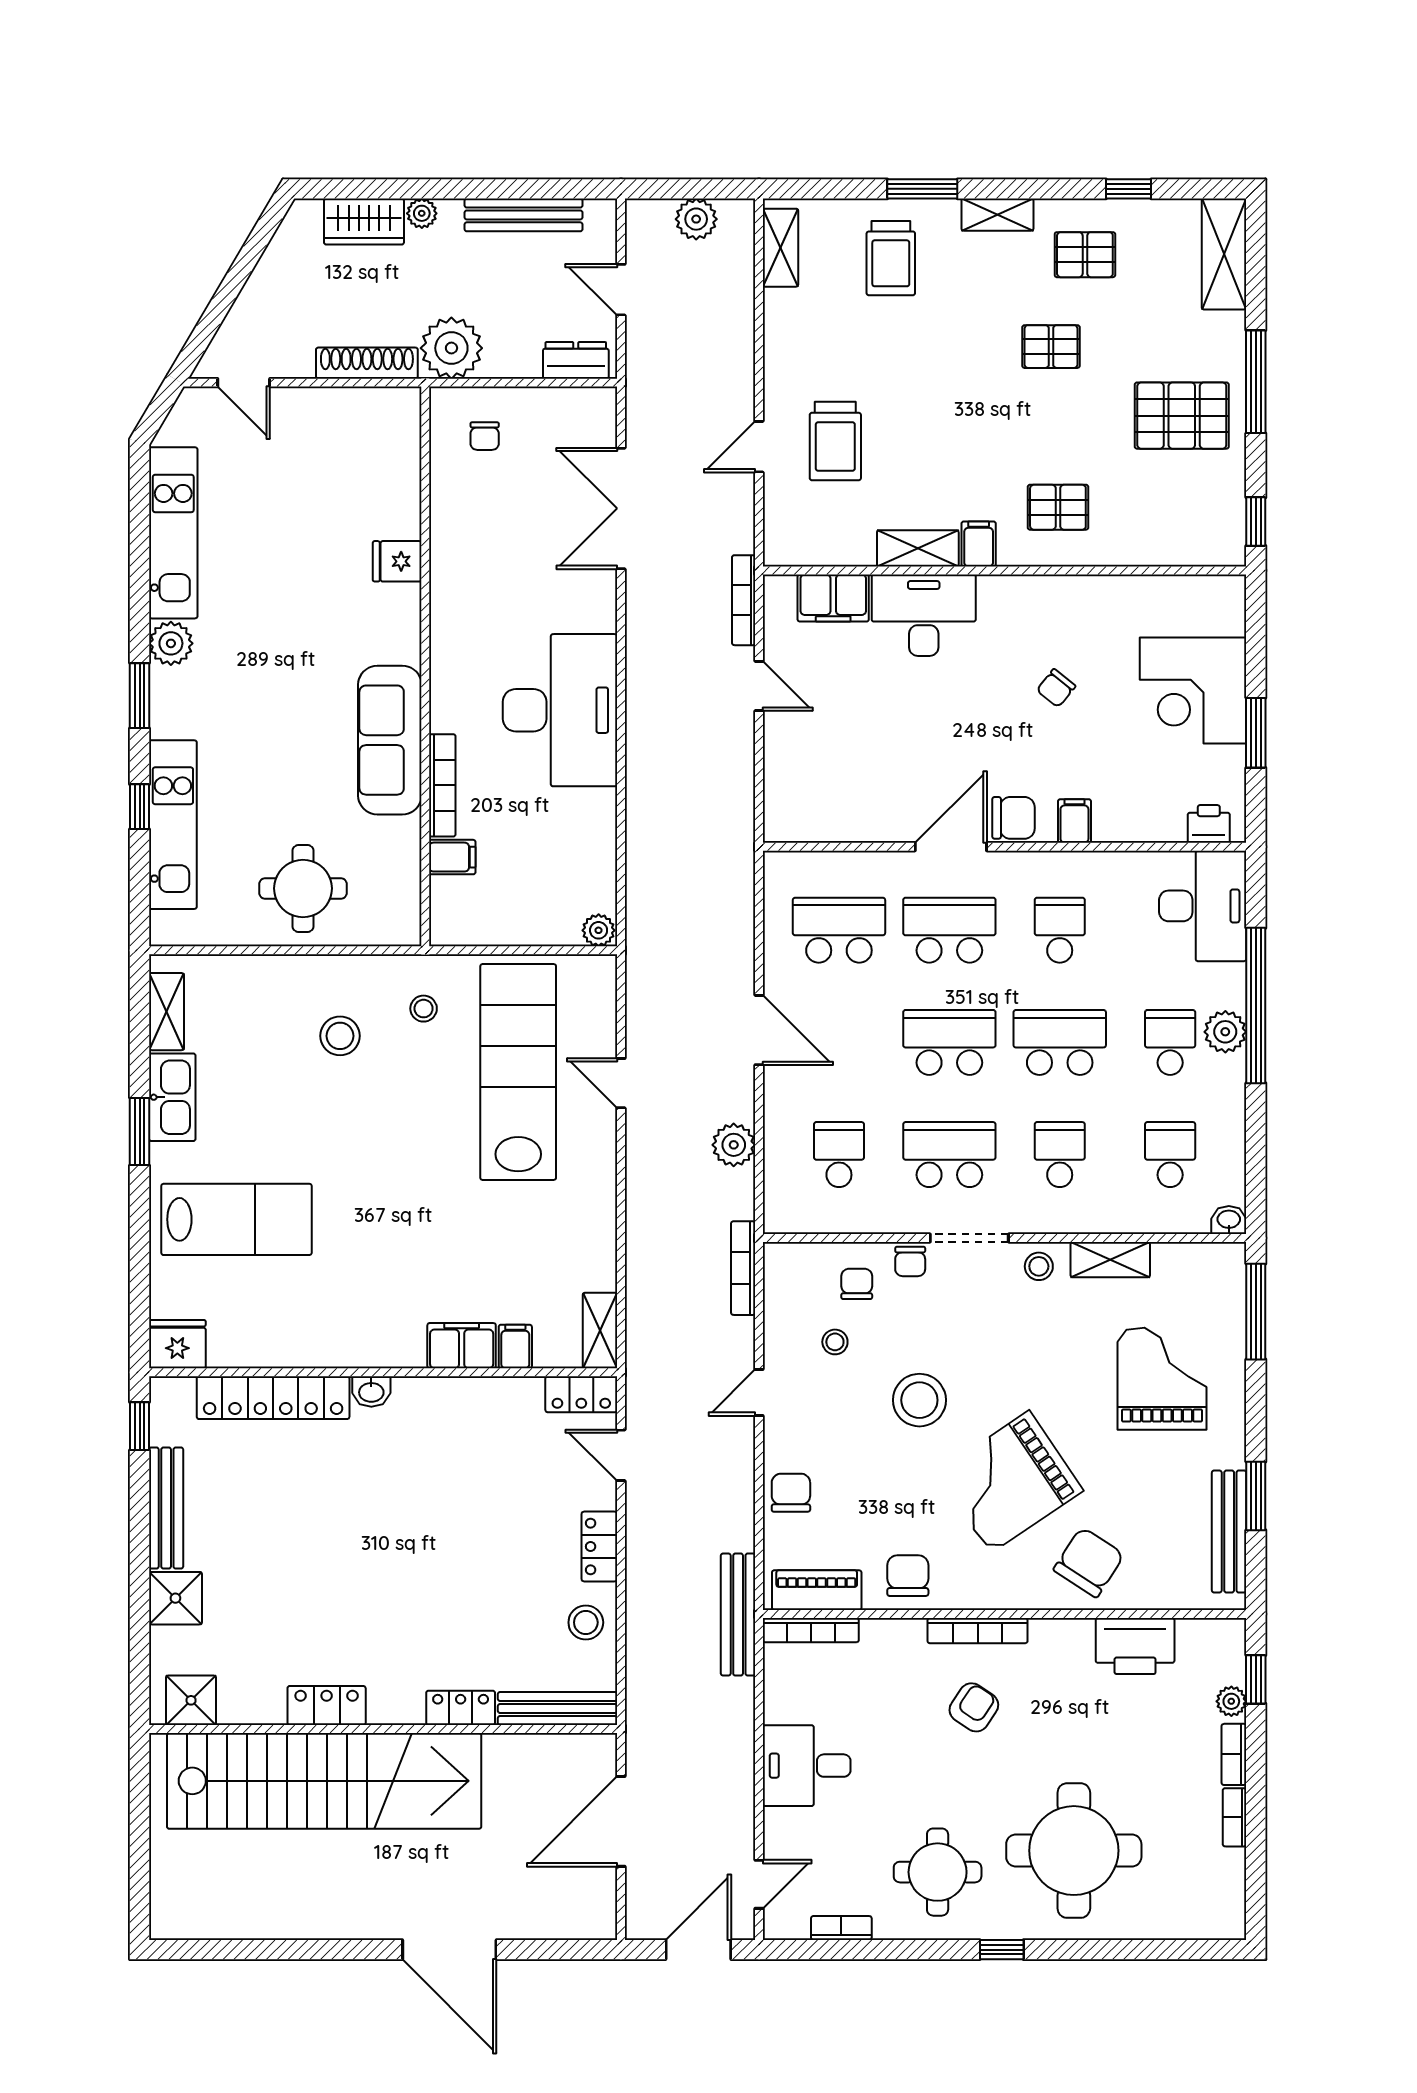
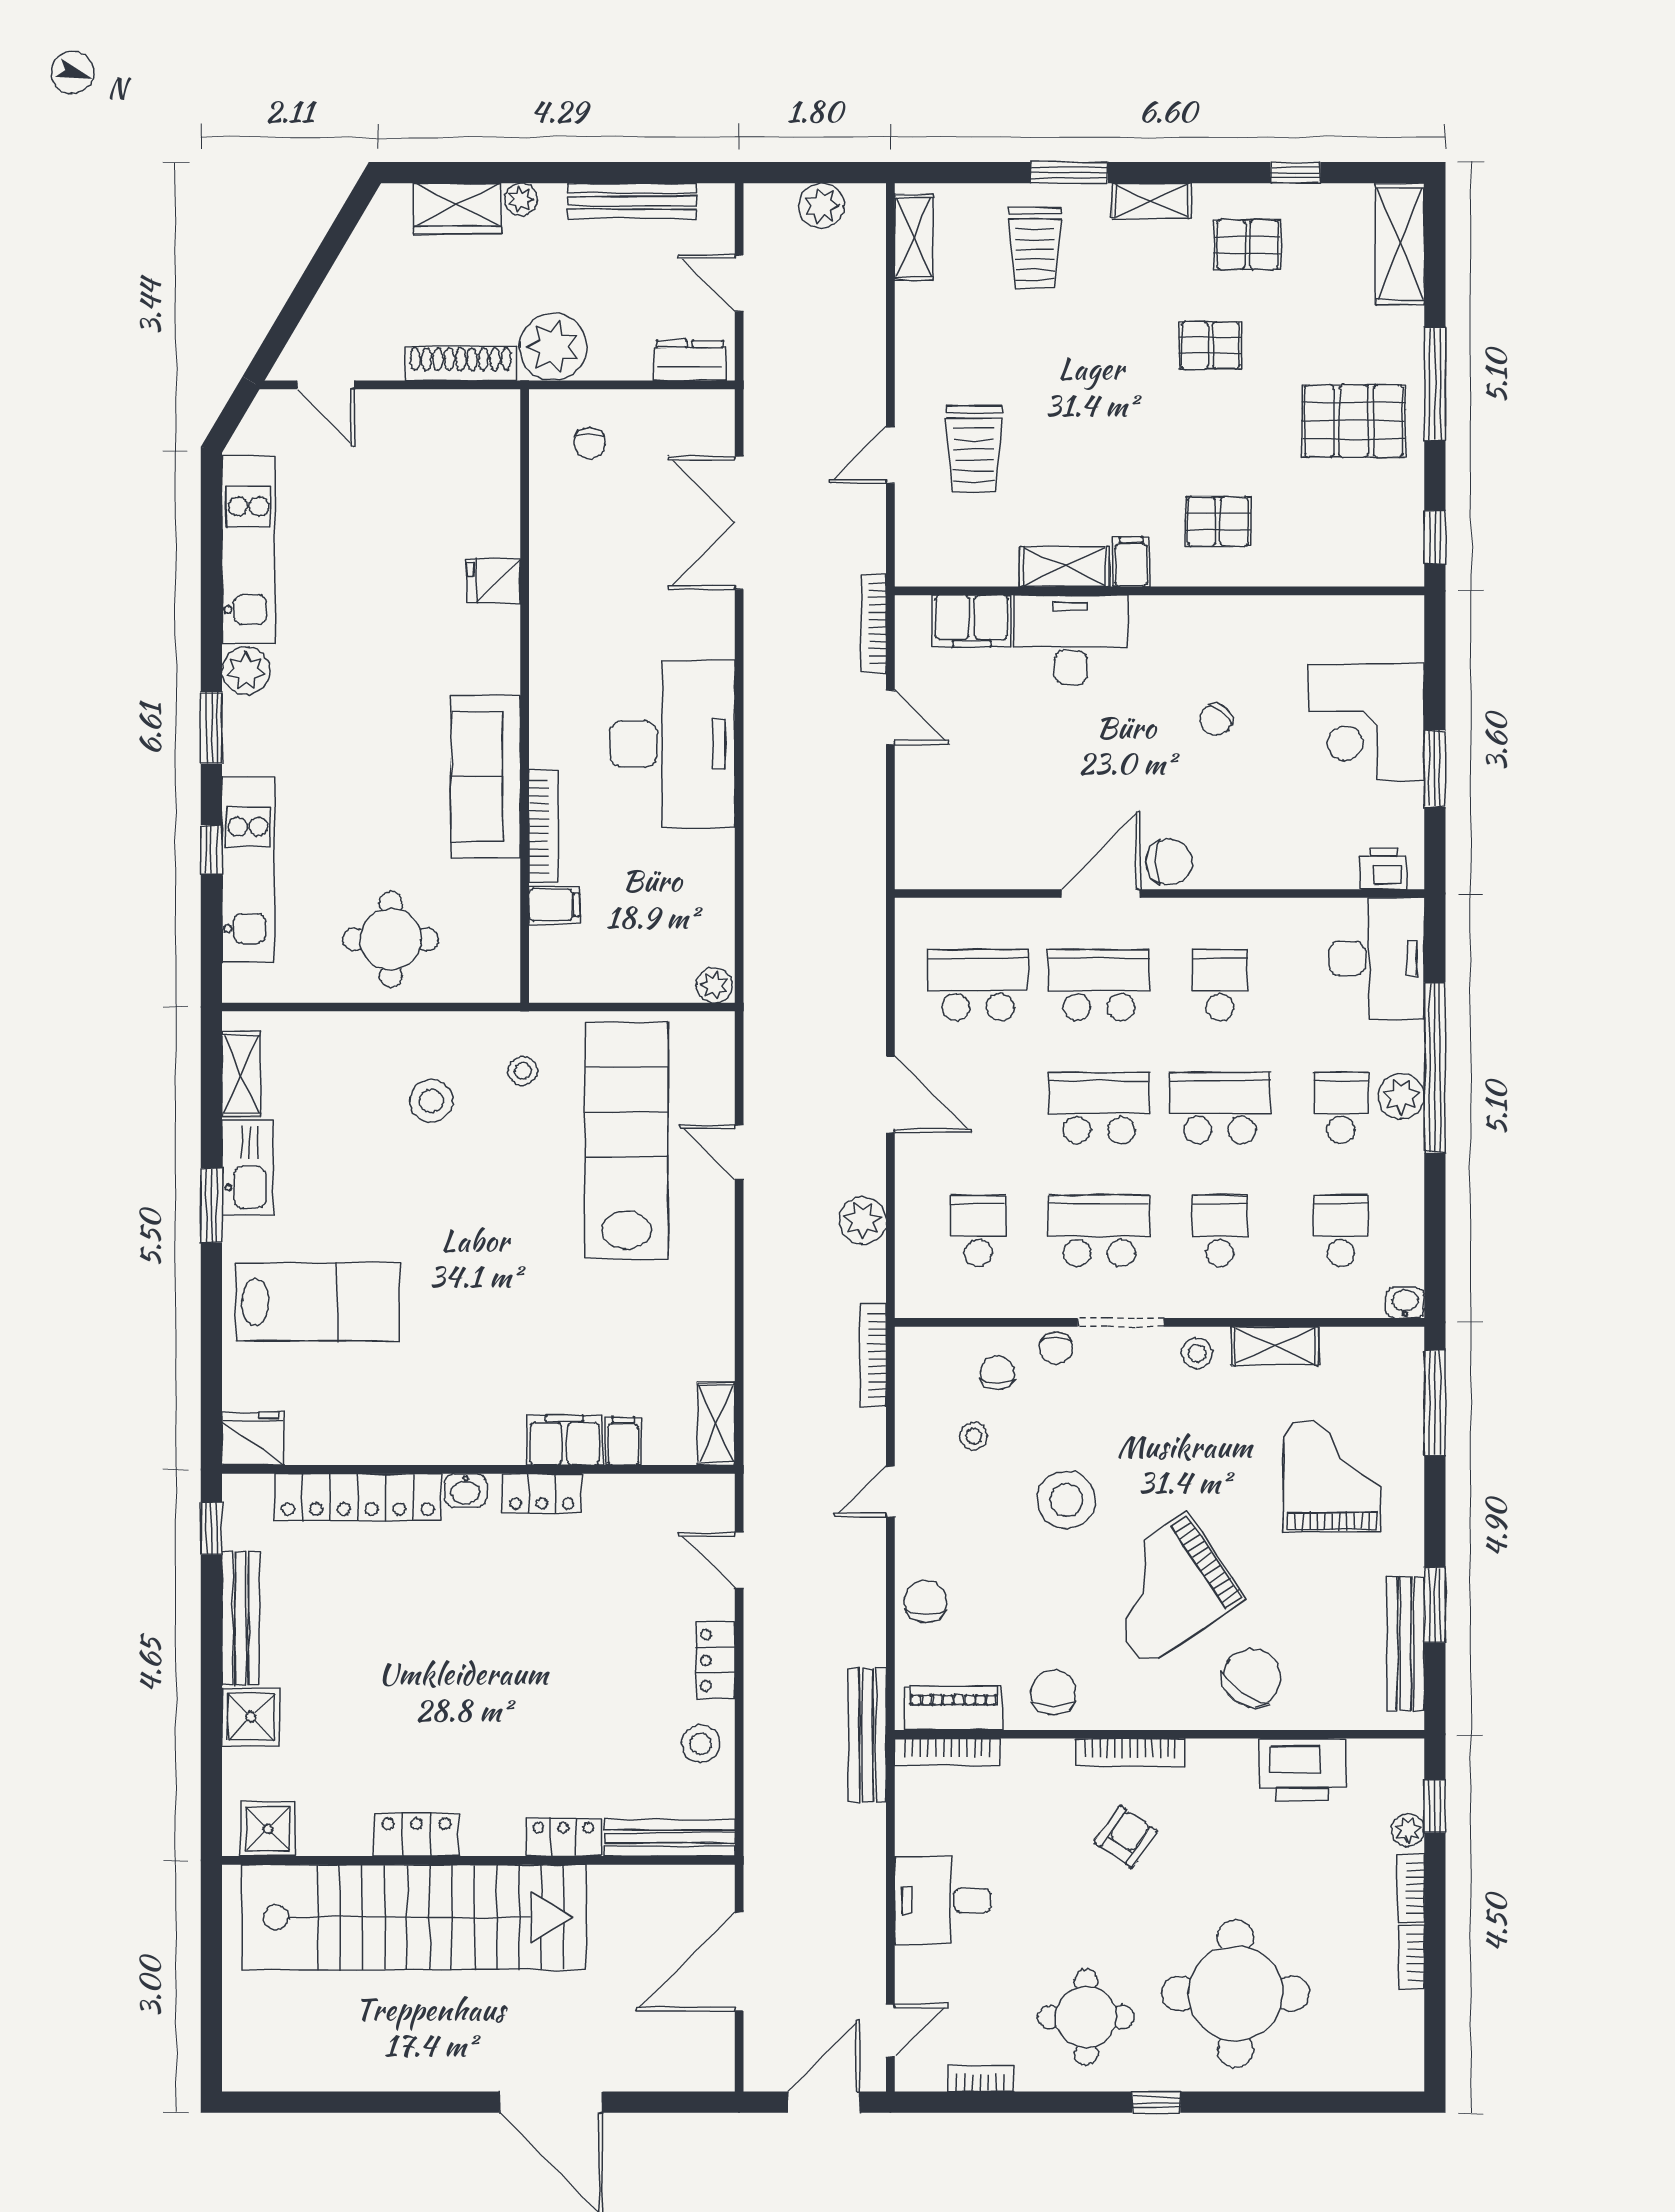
filing cabinet: (1074, 821) -> (1236, 865), removed
locker: (581, 1394) -> (542, 1493), moved

